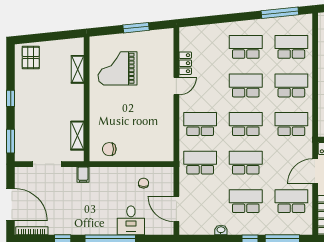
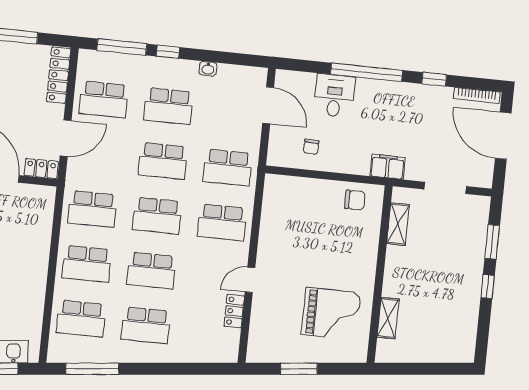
pallet: (31, 58) -> (453, 342), removed
window: (11, 141) -> (492, 242), moved
filing cabinet: (83, 175) -> (387, 167), width x2.00

